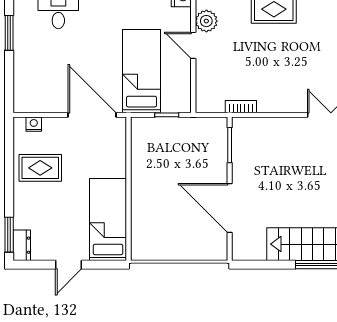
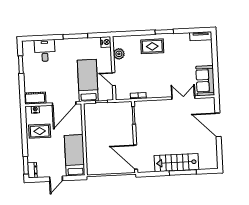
door: (193, 45) -> (114, 79), moved
cot: (34, 101) -> (35, 98), added
door: (92, 115) -> (64, 103), swing flipped
door: (230, 208) -> (136, 157), moved

